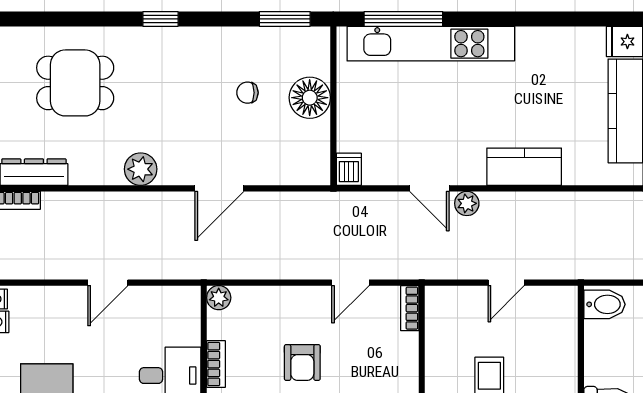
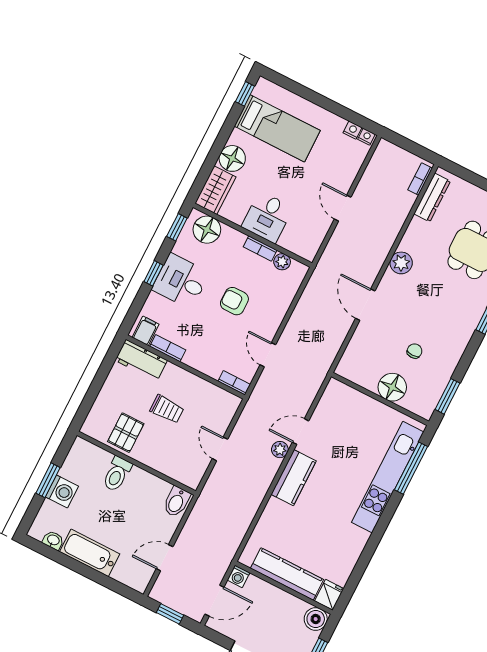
kitchen counter: (524, 167) -> (294, 478), moved
dishwasher: (349, 169) -> (337, 389), removed
plant: (219, 298) -> (282, 262), moved

